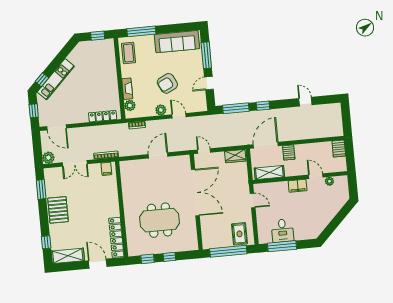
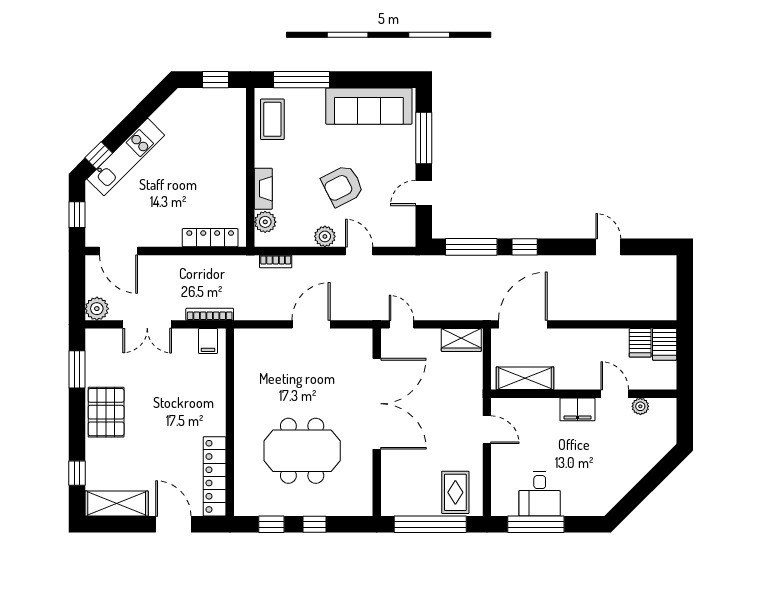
server rack: (289, 152) -> (640, 343), moved

